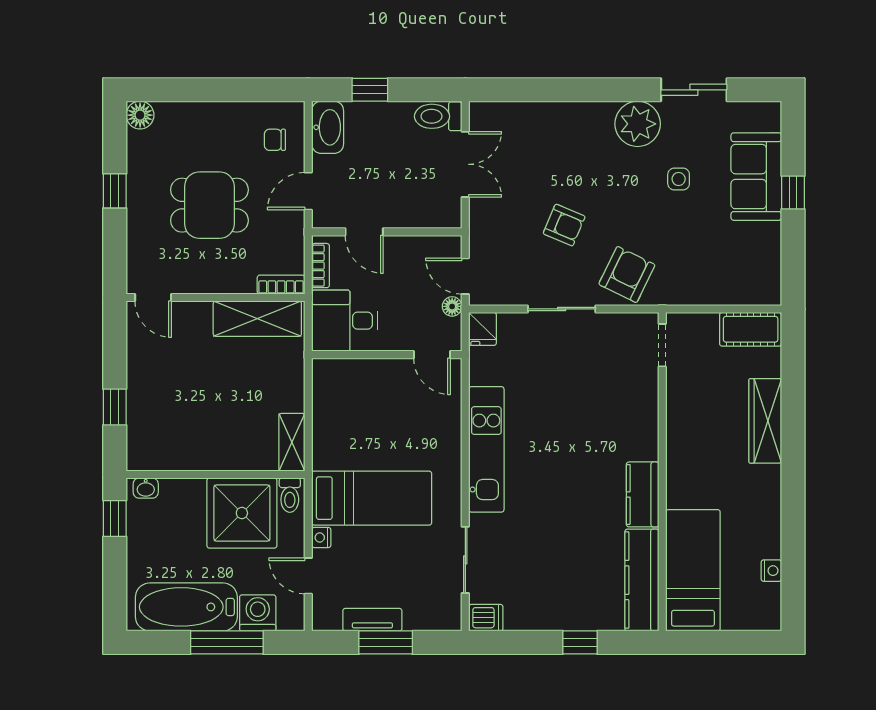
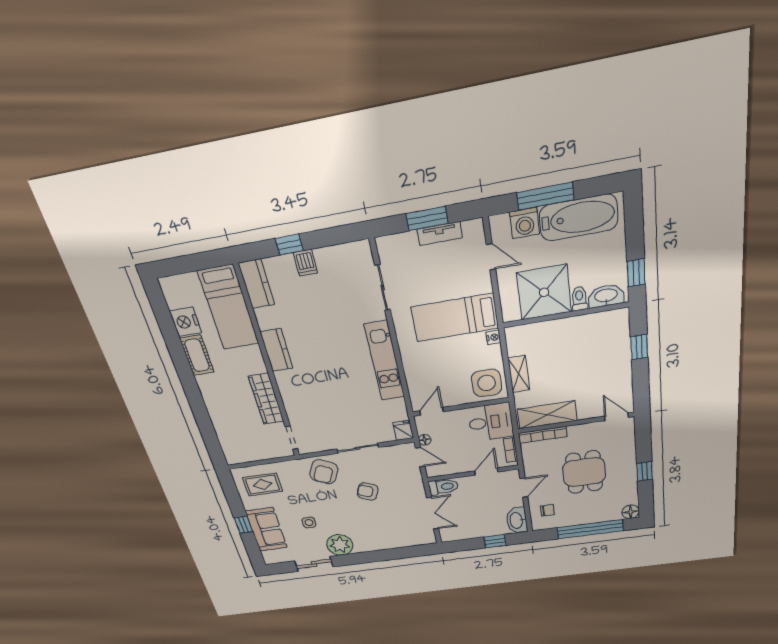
window: (208, 90) -> (590, 529), added
toilet: (438, 116) -> (443, 487), moved
double door: (465, 164) -> (433, 513), swing flipped
dining table: (209, 205) -> (584, 472), turned 90
door: (364, 232) -> (486, 471), hinge flipped
rug: (735, 267) -> (263, 485), added
bookcase: (281, 285) -> (543, 435), width x1.56
cot: (751, 329) -> (197, 355), moved, turned 90
door: (432, 355) -> (432, 411), hinge flipped
side table: (341, 388) -> (487, 383), added
wardrobe: (765, 421) -> (266, 399), moved, turned 180
shelving: (292, 442) -> (519, 374), moved
washbasin: (146, 488) -> (606, 296), width x1.91, depth x1.45
toilet: (290, 495) -> (579, 299), moved
nightstand: (321, 537) -> (493, 337), moved
nightstand: (771, 571) -> (186, 322), width x1.89, depth x1.79
kitchen counter: (642, 580) -> (257, 284), width x0.67
dishwasher: (486, 618) -> (305, 263), moved, turned -90

